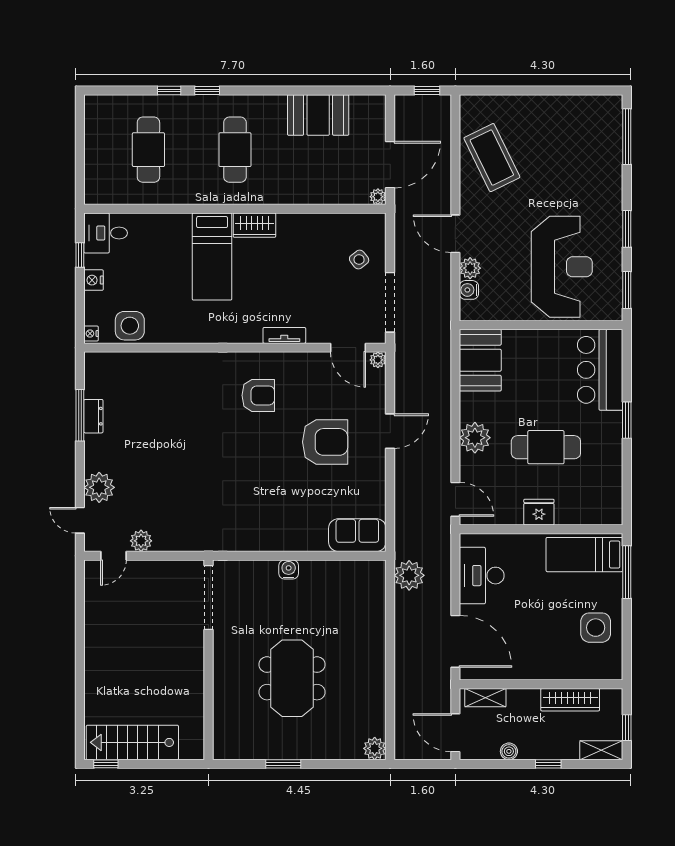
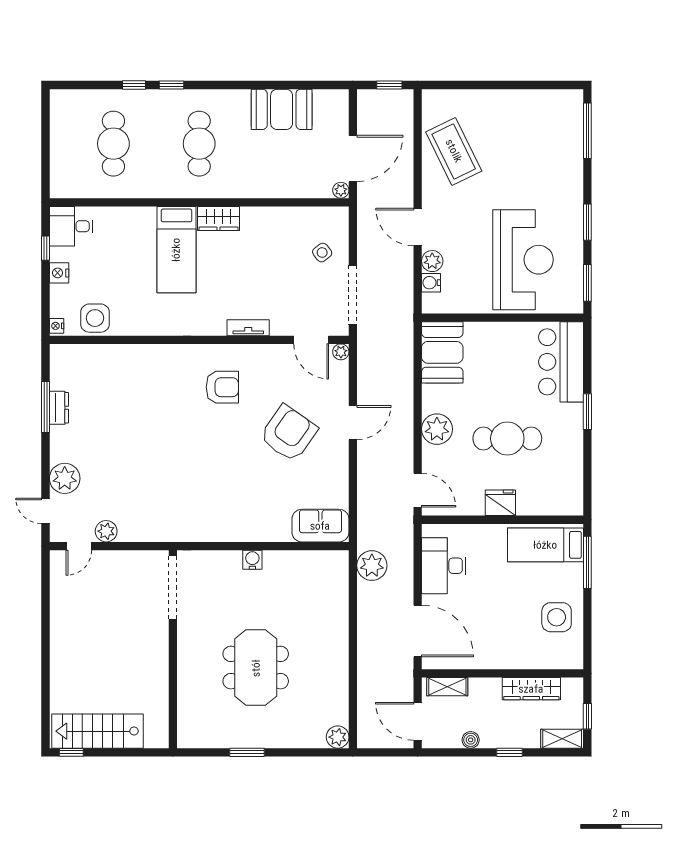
armchair: (325, 442) -> (289, 433), turned -55

